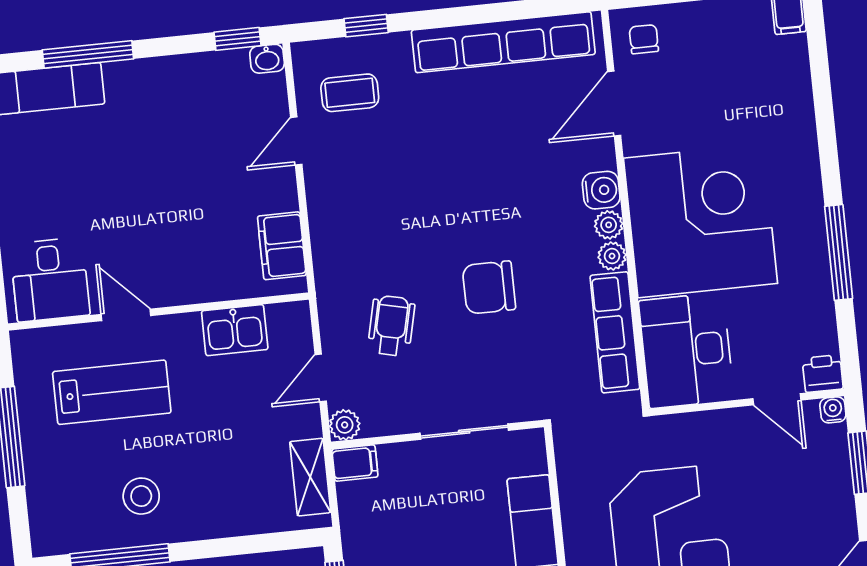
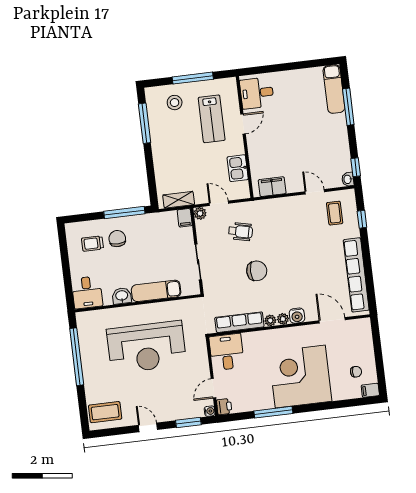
chair: (644, 39) -> (356, 372), moved
corner desk: (701, 221) -> (300, 377), moved, turned 180
chair: (489, 287) -> (257, 271), turned 90
desk: (686, 350) -> (227, 352), width x0.73
stool: (141, 496) -> (175, 103), moved

